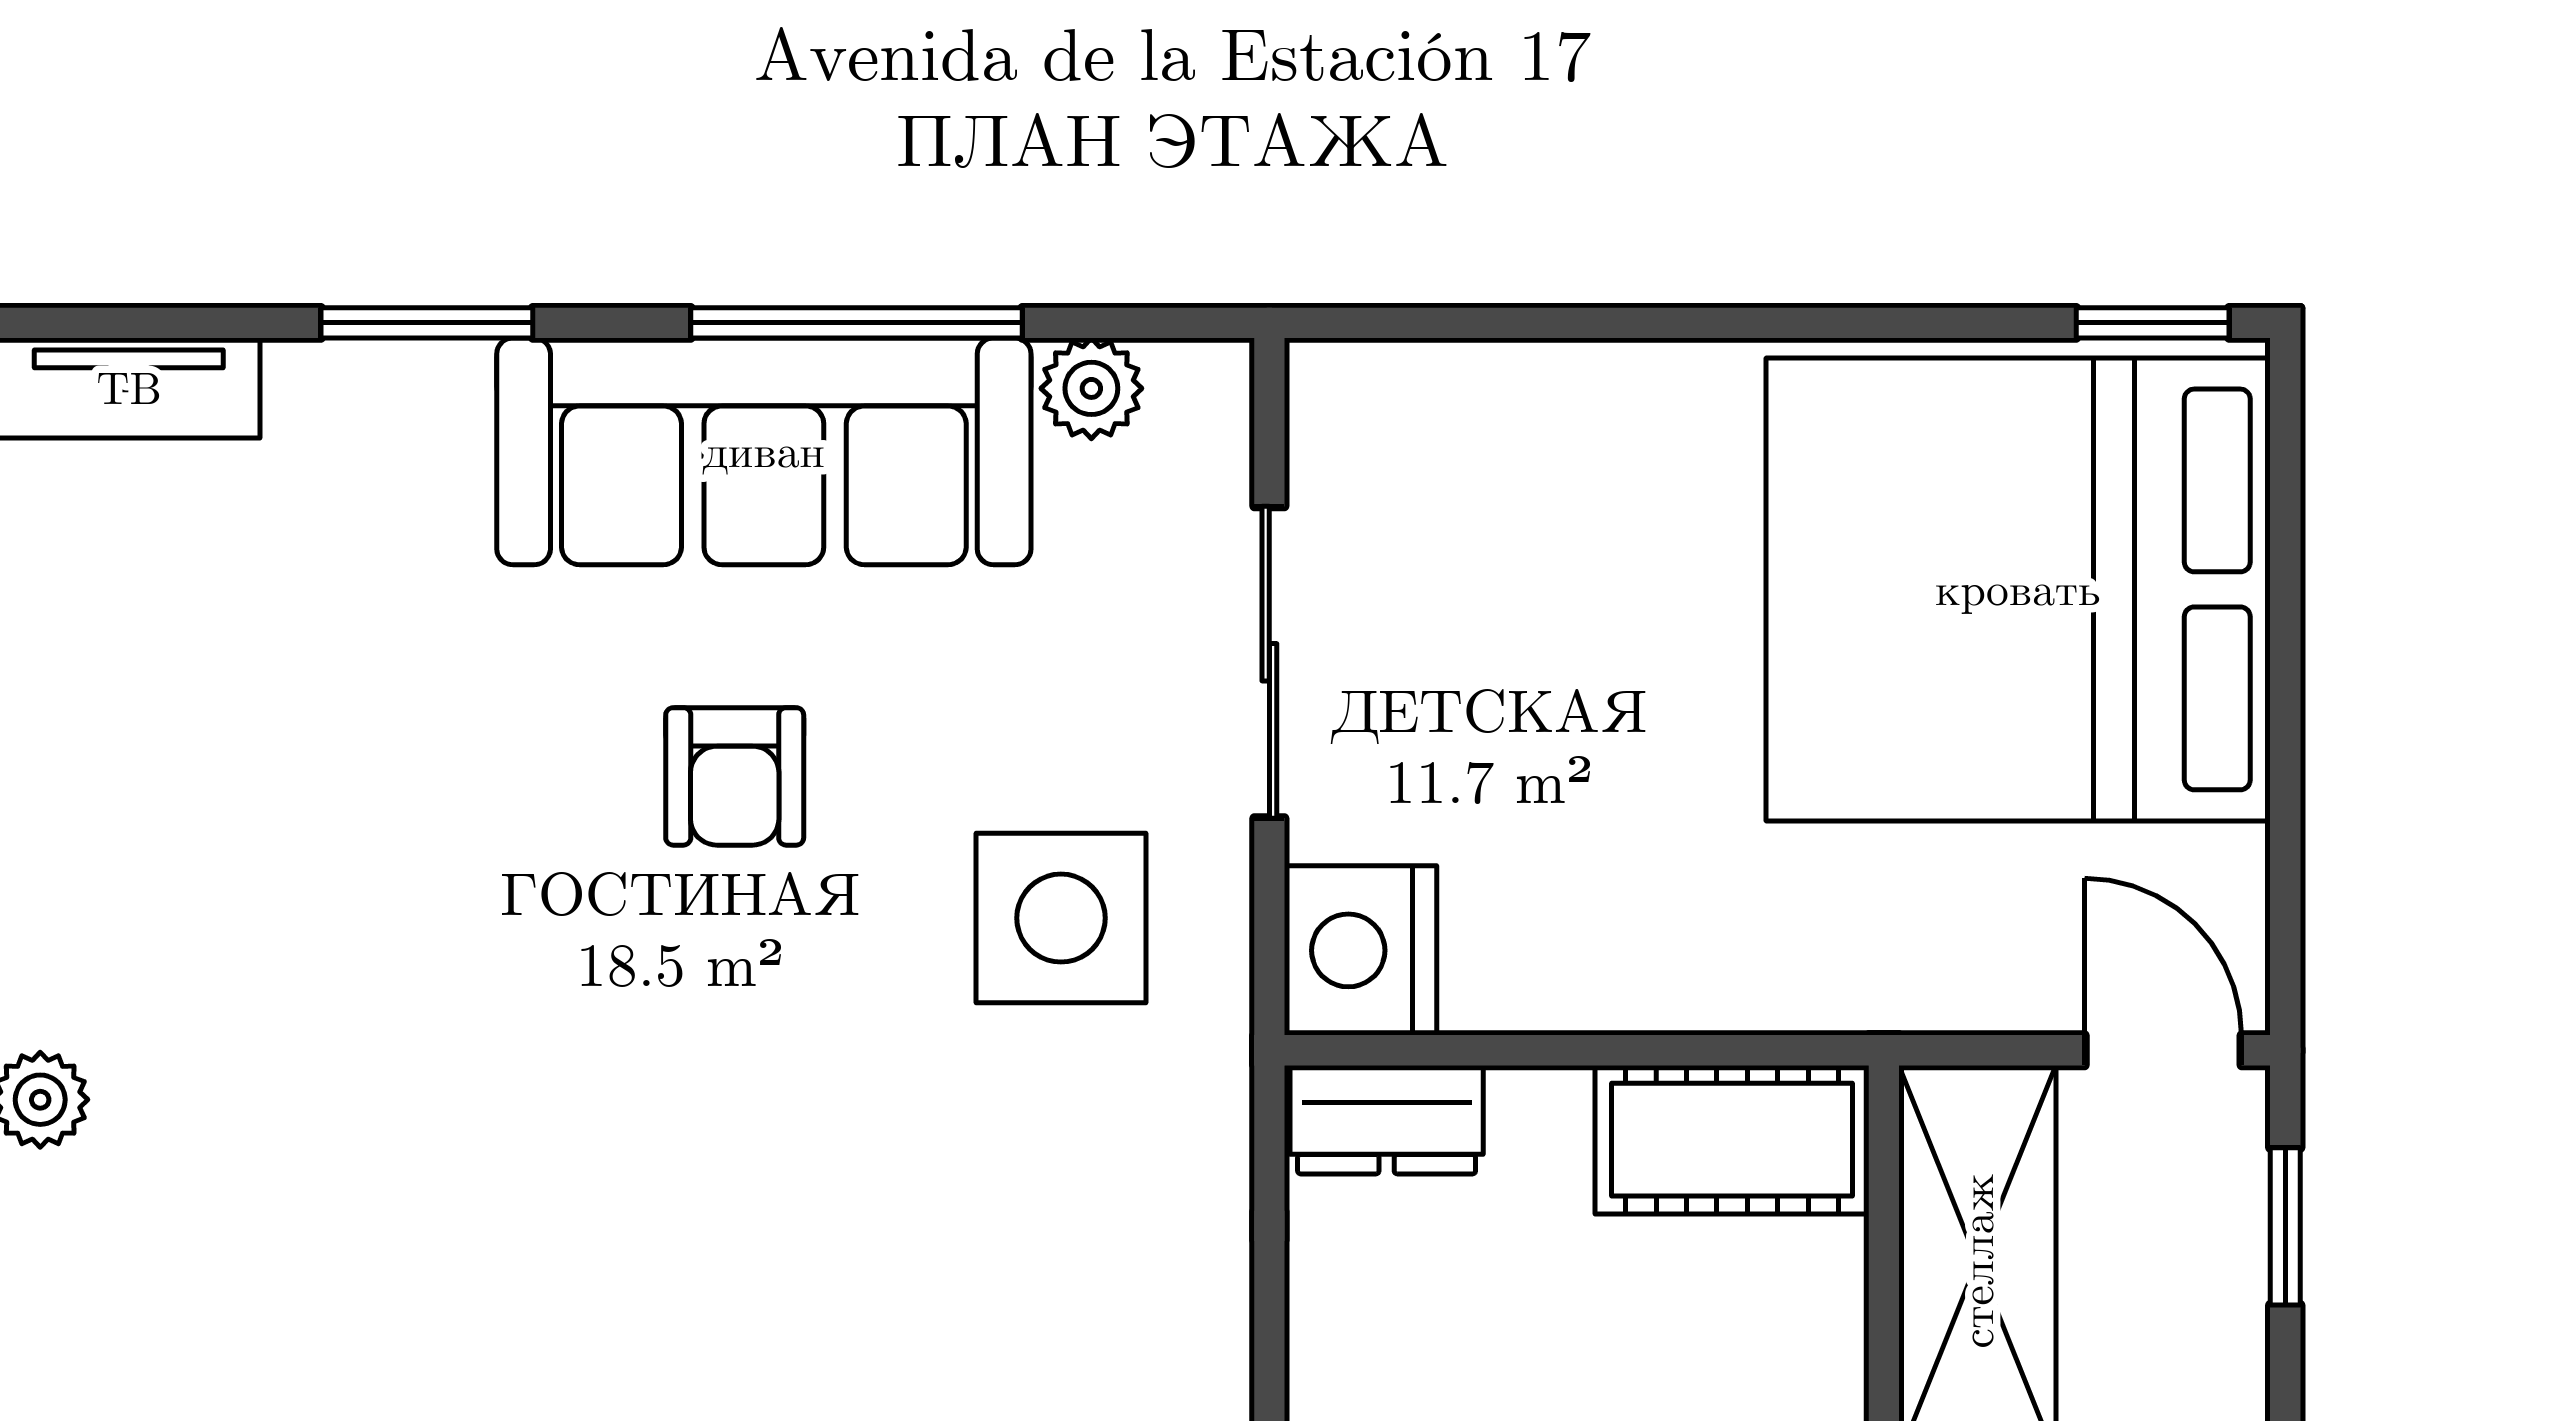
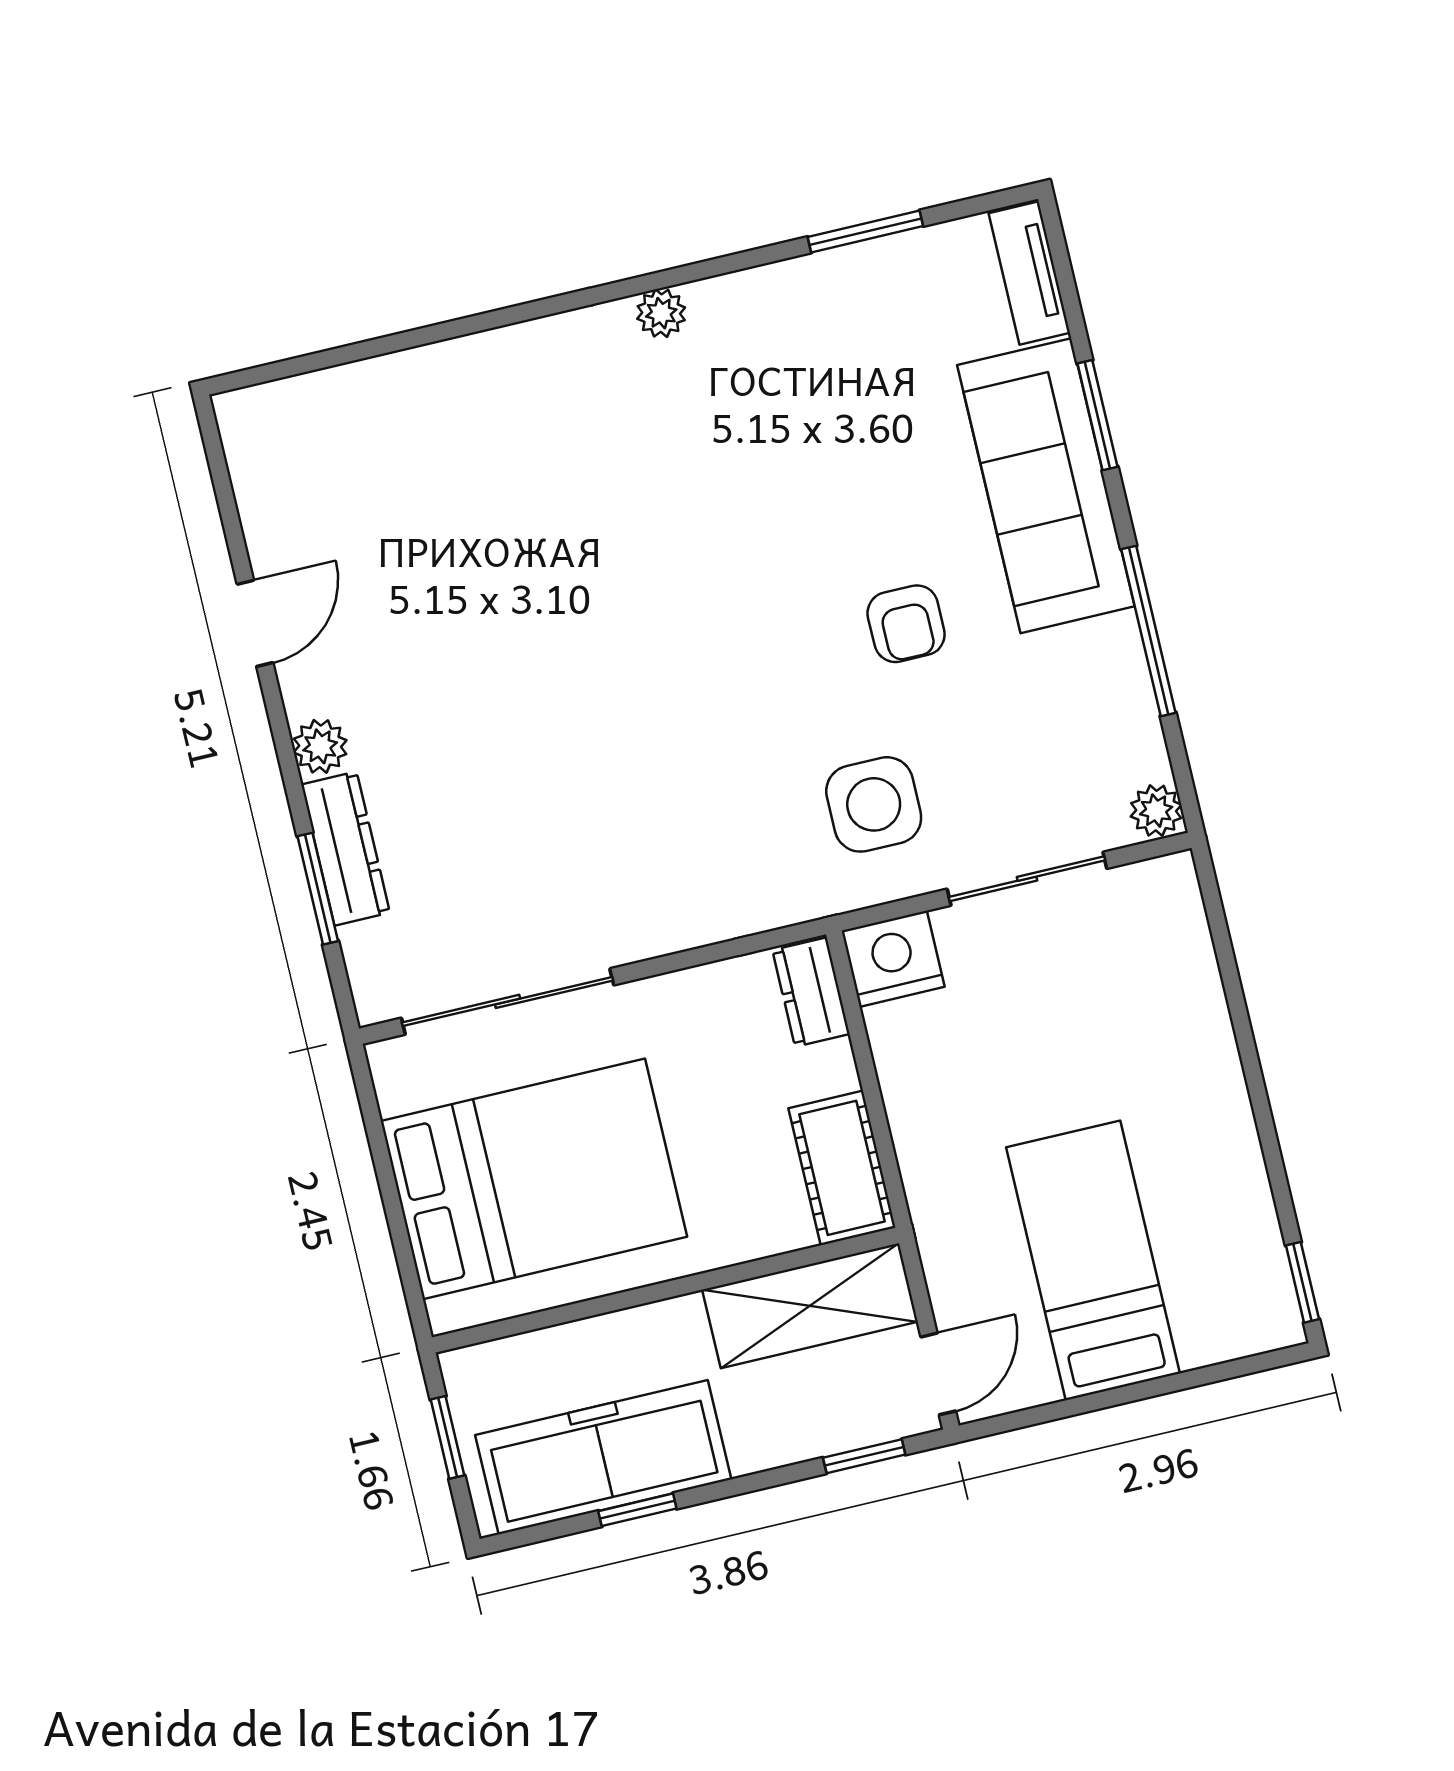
plant: (1091, 388) -> (1156, 811), moved
sofa: (764, 451) -> (1046, 486), moved
bed: (2018, 589) -> (1093, 1260), width x0.49
armchair: (735, 776) -> (906, 624), turned -90

